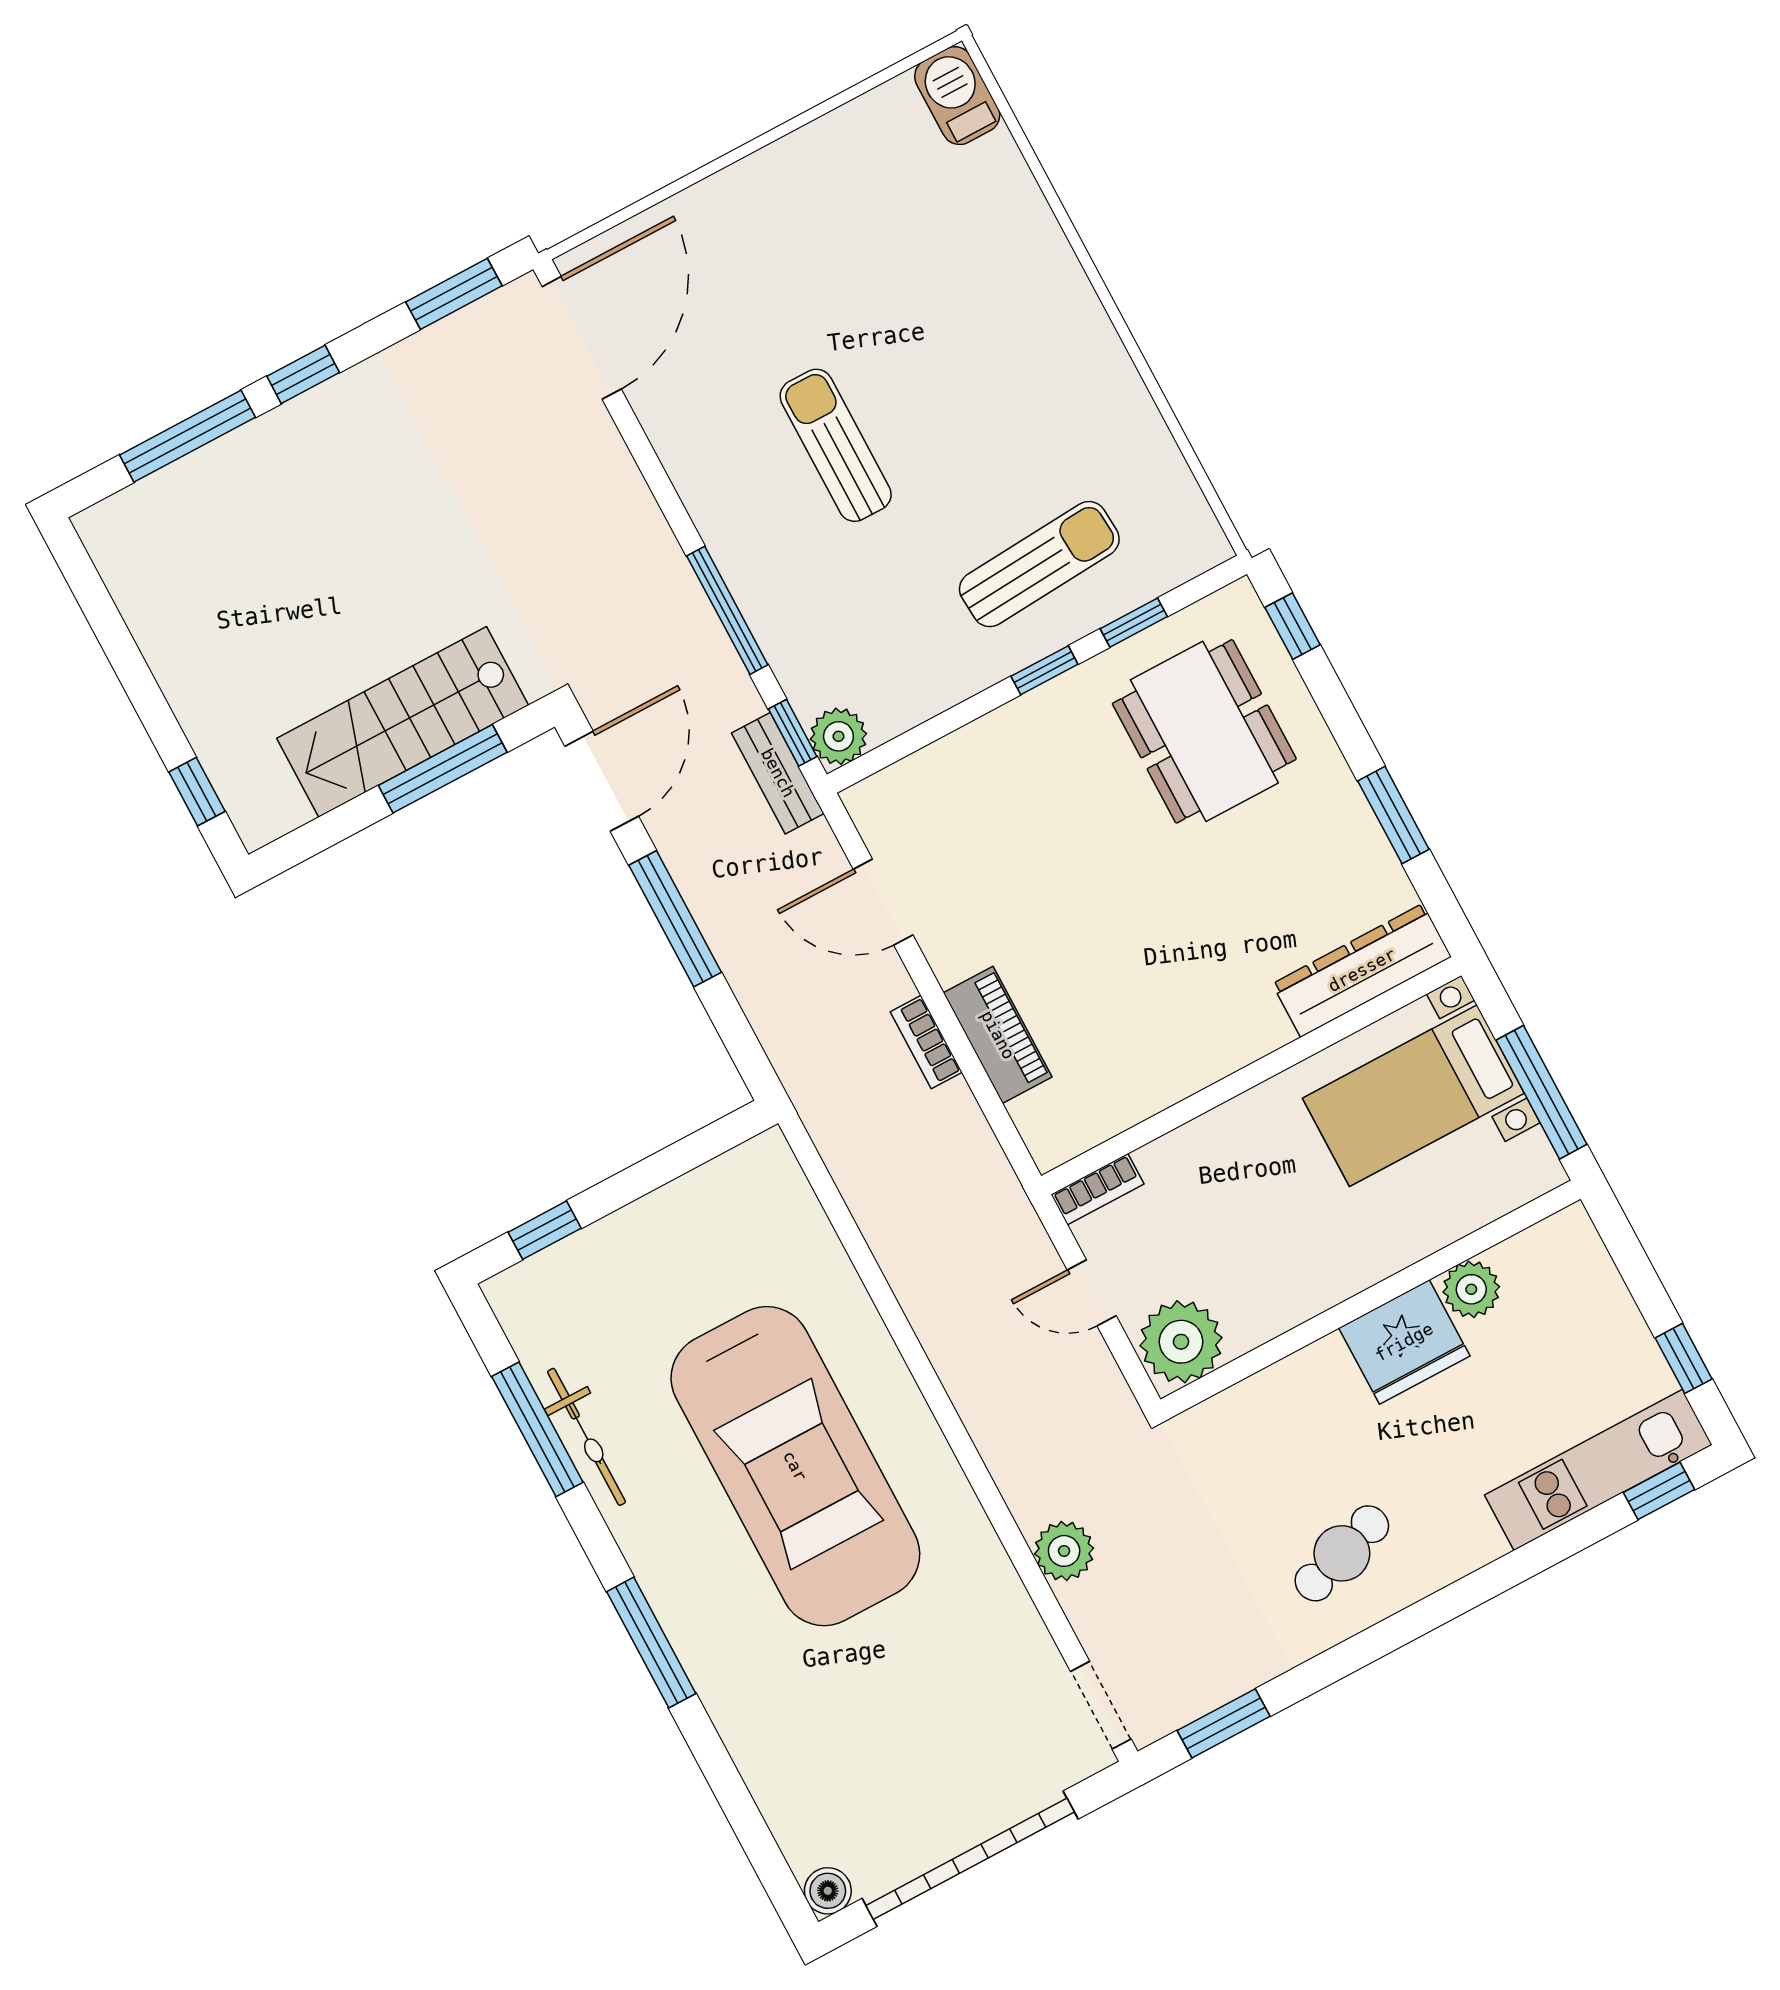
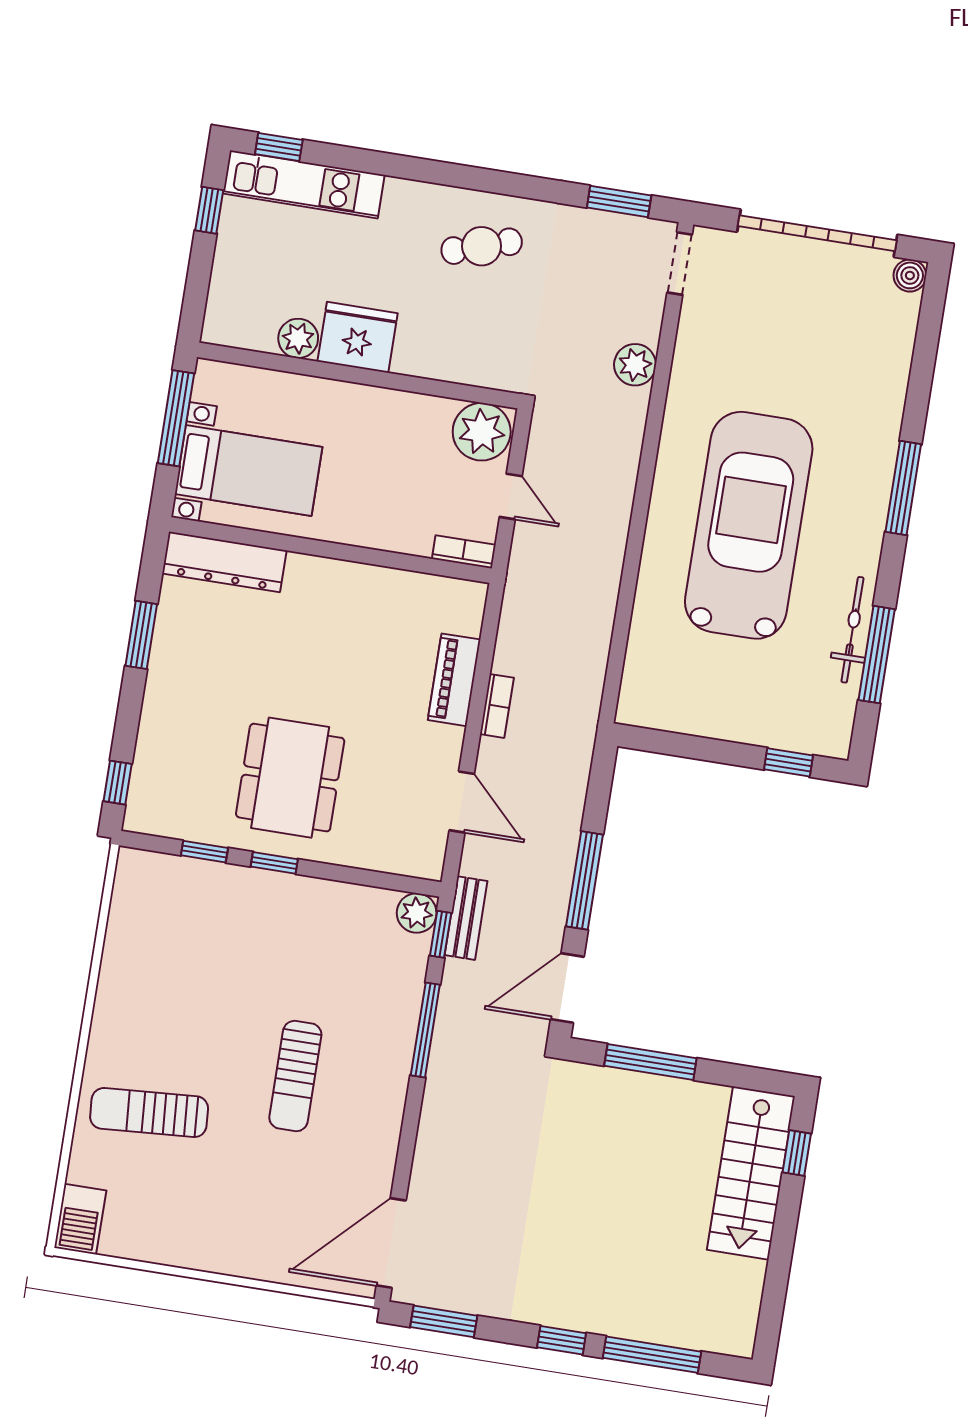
sun lounger: (1039, 564) -> (149, 1113), moved
stairs: (403, 722) -> (751, 1173), moved, turned 90
dining table: (1204, 731) -> (290, 778), moved

